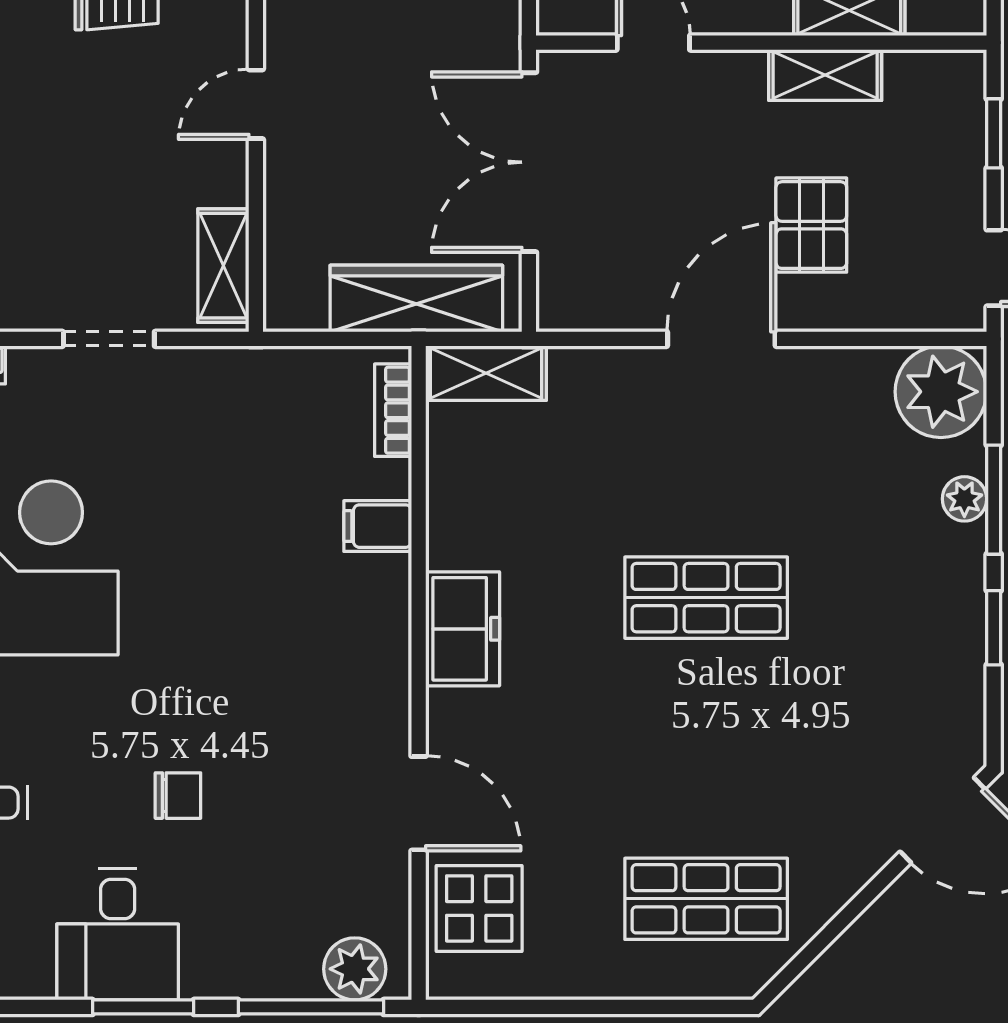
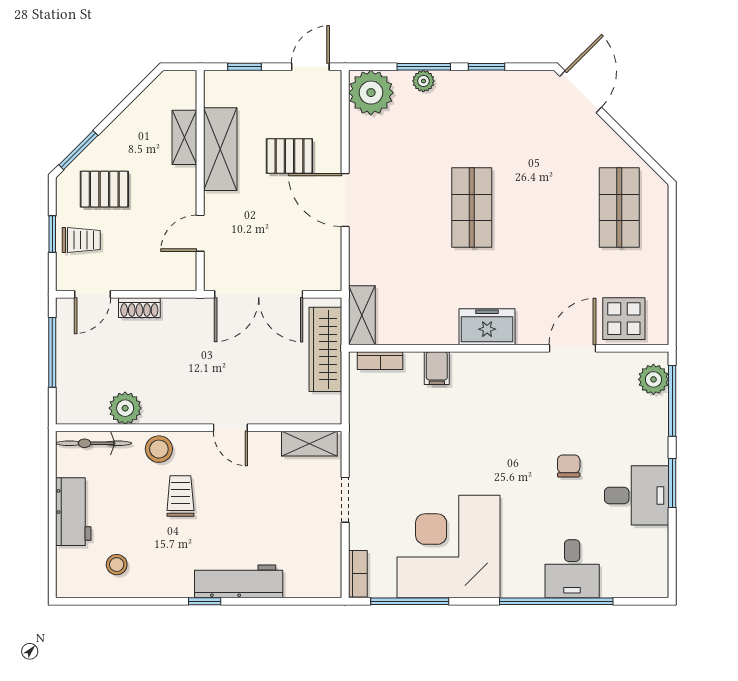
shelving: (825, 75) -> (220, 149), width x1.50, depth x1.33

